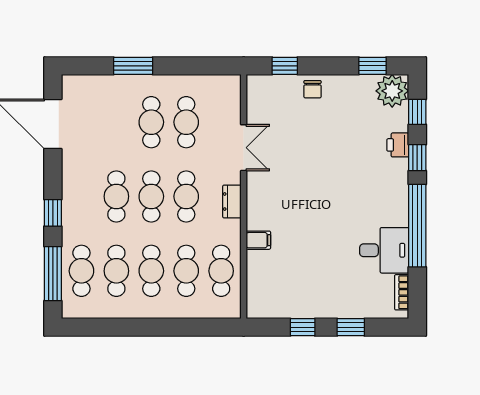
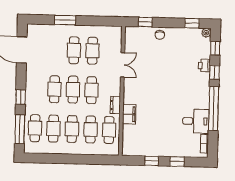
plant: (392, 91) -> (206, 33), width x0.53, depth x0.53
dresser: (232, 202) -> (115, 105), moved
filing cabinet: (258, 240) -> (129, 114), width x2.00

